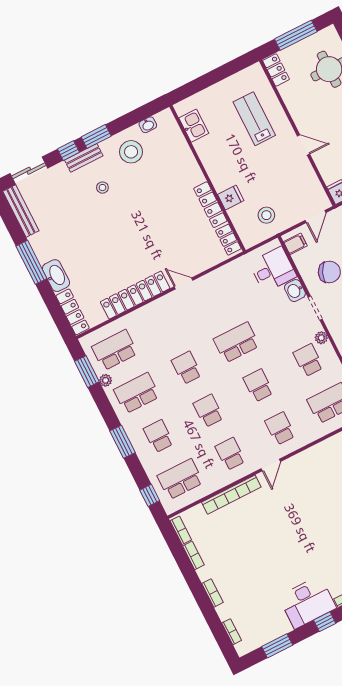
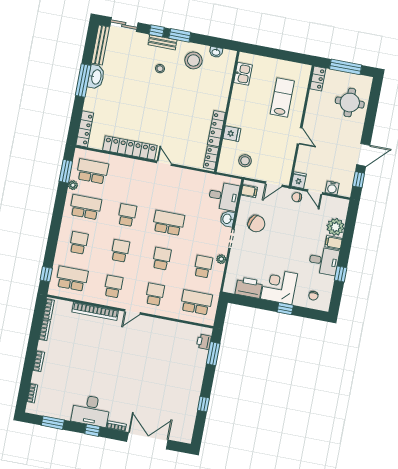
washbasin: (56, 276) -> (96, 77), moved
window: (122, 442) -> (55, 230), removed

